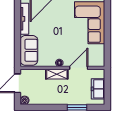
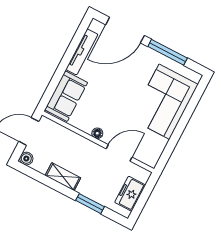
shelving: (57, 74) -> (63, 177), moved

